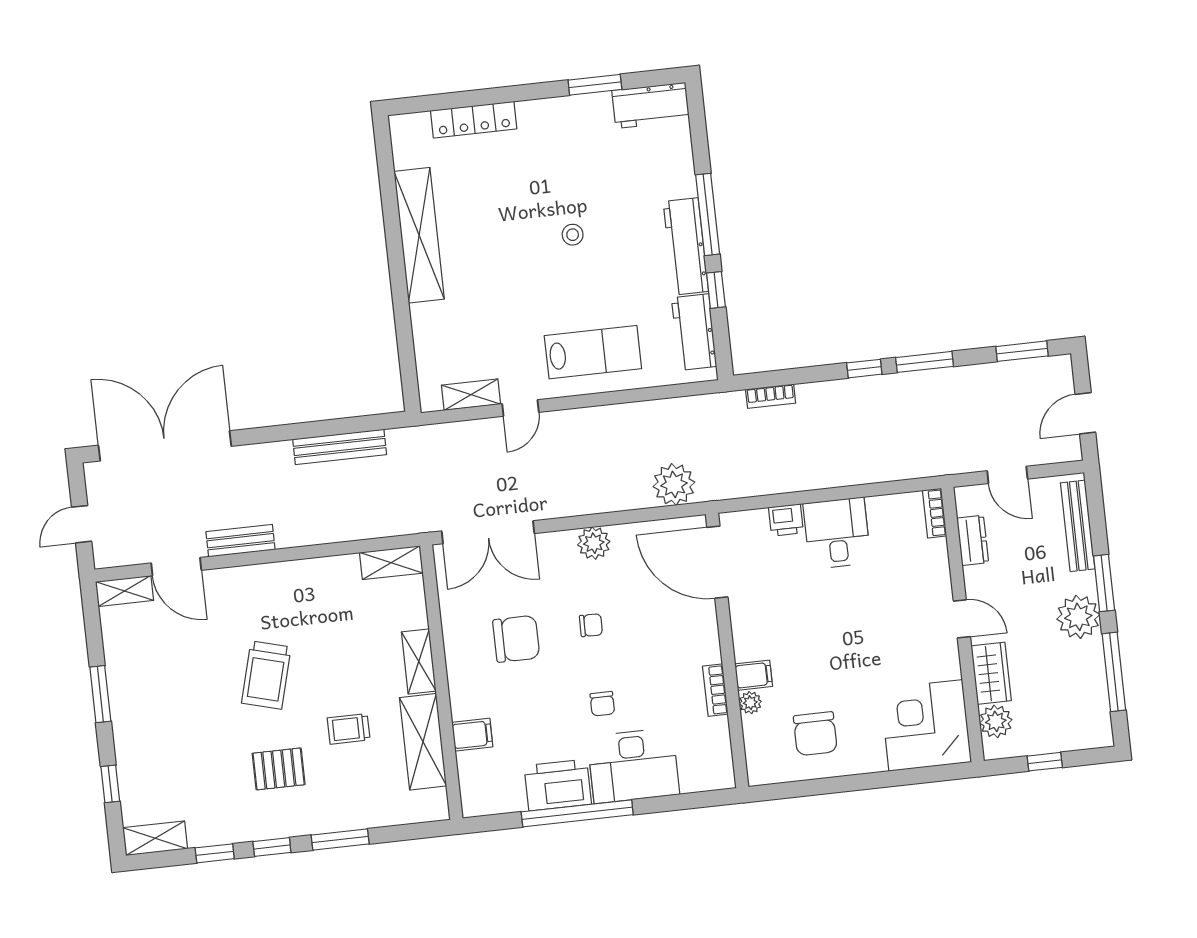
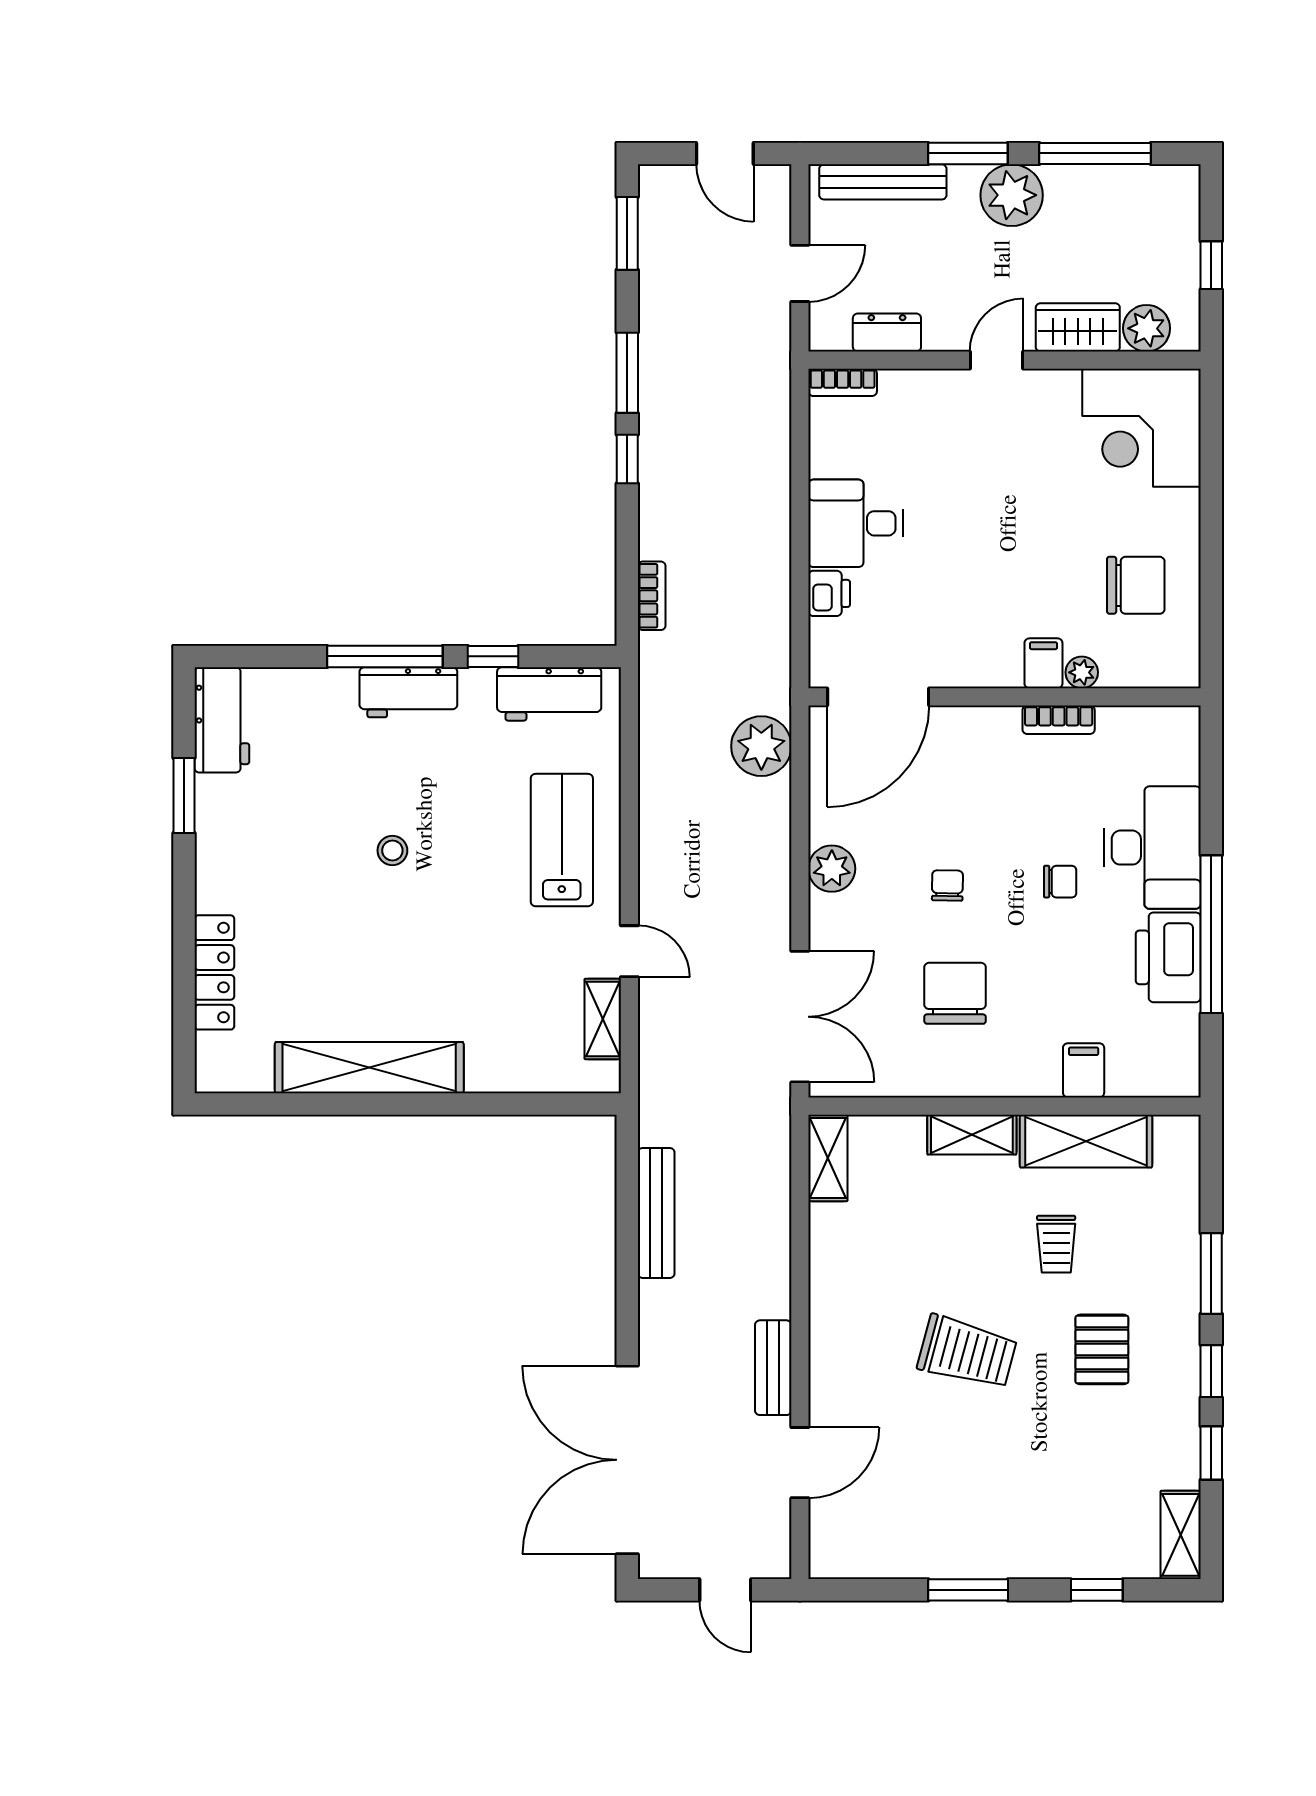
workbench: (686, 246) -> (408, 692), width x0.73
shelving: (125, 591) -> (826, 1539), removed

